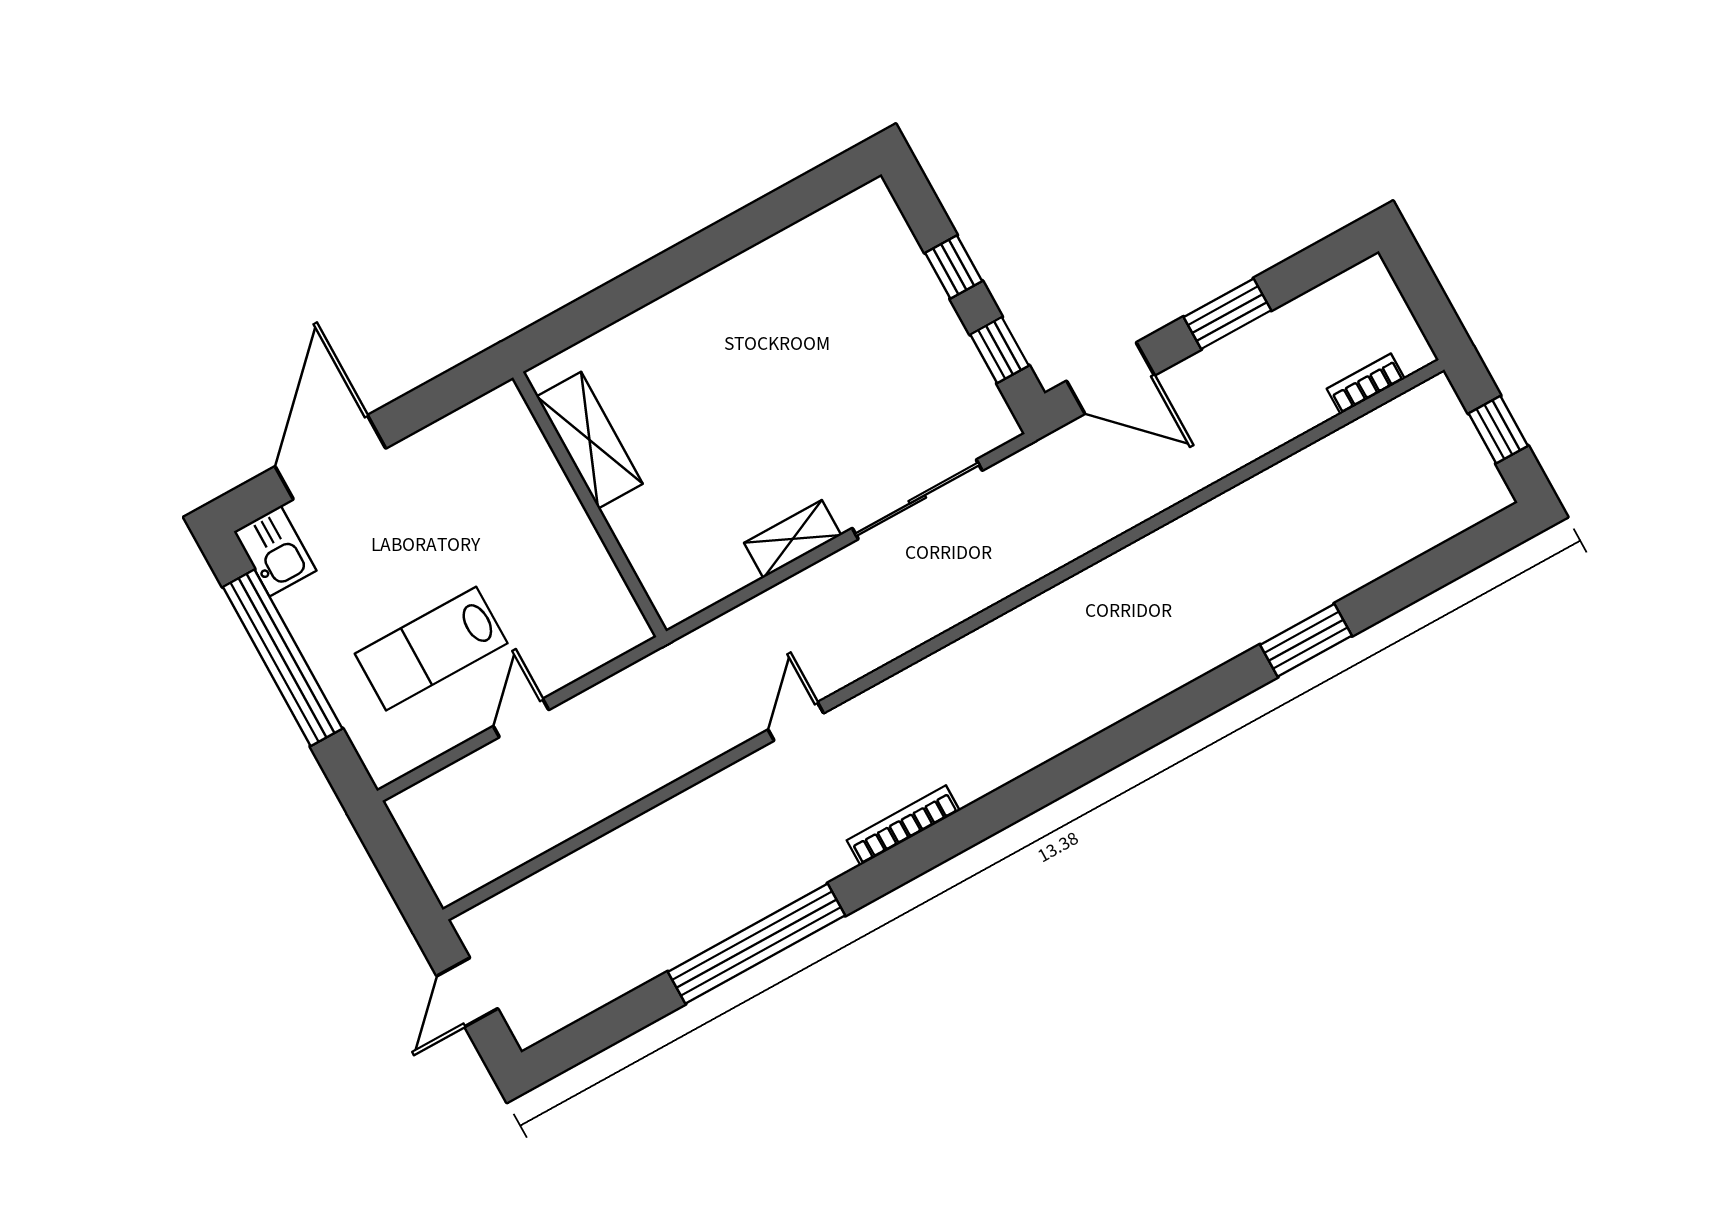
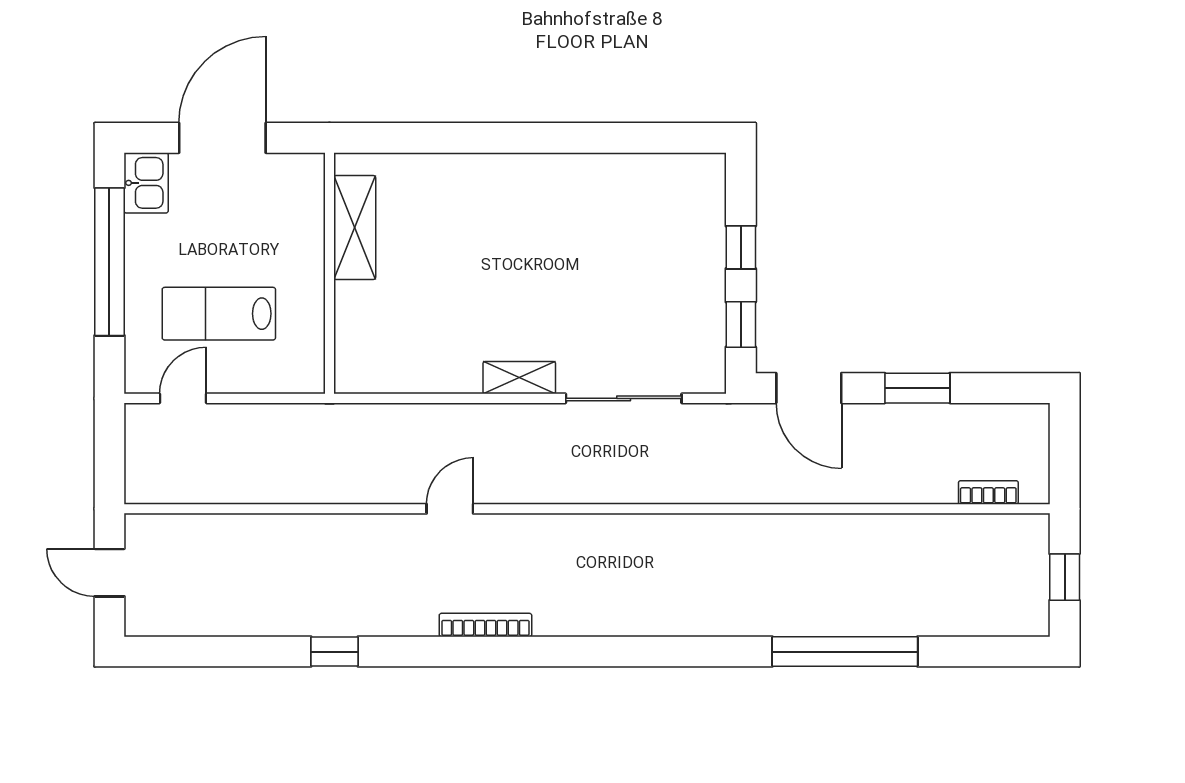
shelving: (590, 440) -> (355, 227), moved
wall: (590, 504) -> (329, 273), moved
window: (1306, 640) -> (845, 652), width x2.11
door: (521, 718) -> (183, 398), moved
window: (756, 944) -> (335, 652), width x0.32
door: (467, 992) -> (109, 573), hinge flipped

